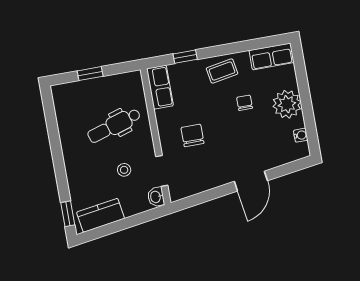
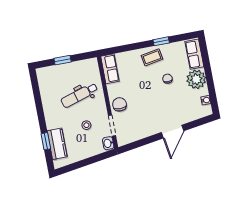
row of seats: (272, 56) -> (194, 54), moved, turned 90
window: (185, 57) -> (161, 41), moved
chair: (192, 135) -> (120, 104), moved
window: (68, 214) -> (46, 141), moved
kitchen counter: (101, 215) -> (57, 144), moved, turned 99

